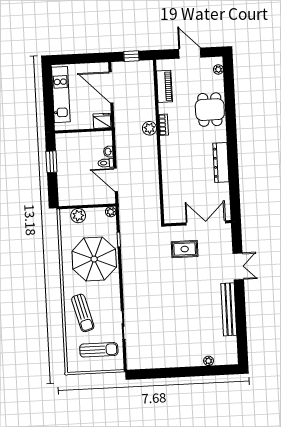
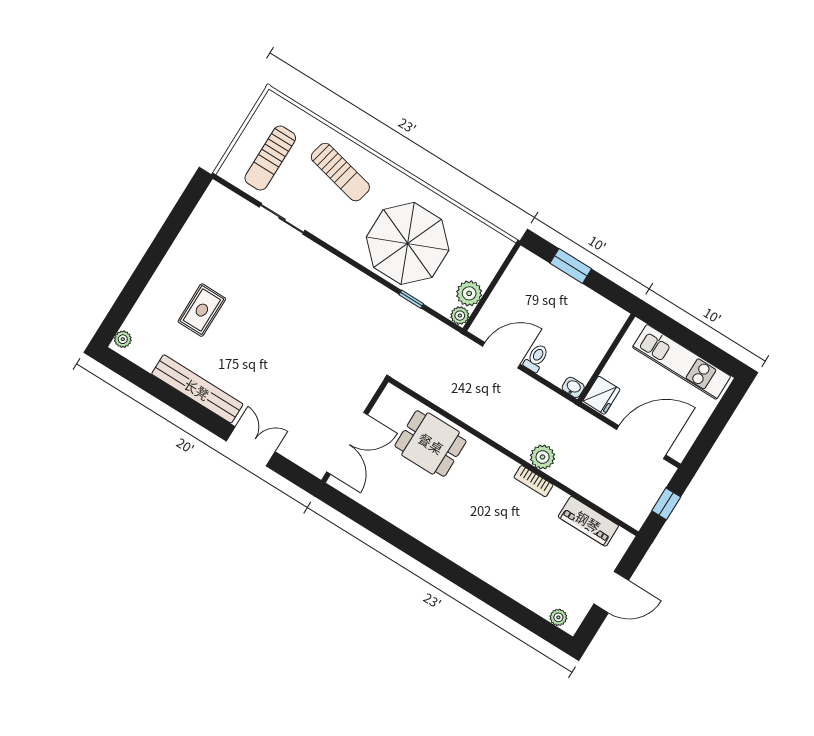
dining table: (210, 110) -> (431, 443), moved
washbasin: (108, 152) -> (573, 387), moved
window: (51, 162) -> (571, 266), moved
dresser: (221, 163) -> (420, 527), removed
plant: (78, 216) -> (469, 293), moved
rug: (185, 249) -> (202, 310), moved
double door: (238, 266) -> (251, 446), swing flipped
sun lounger: (83, 313) -> (340, 172), turned -152
plant: (209, 361) -> (123, 339), moved

